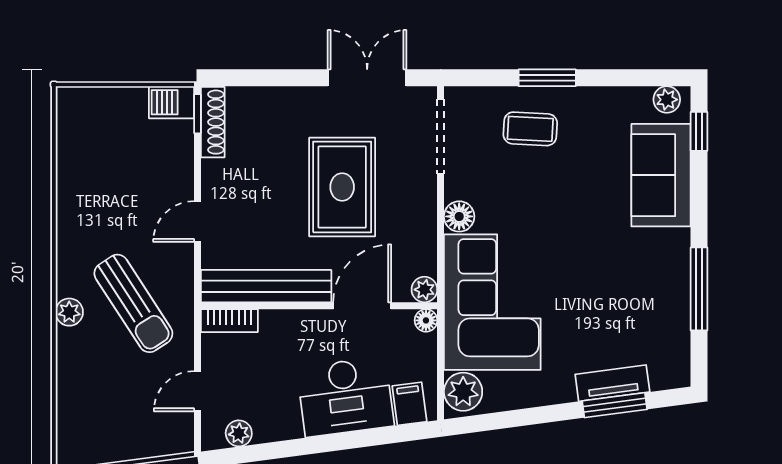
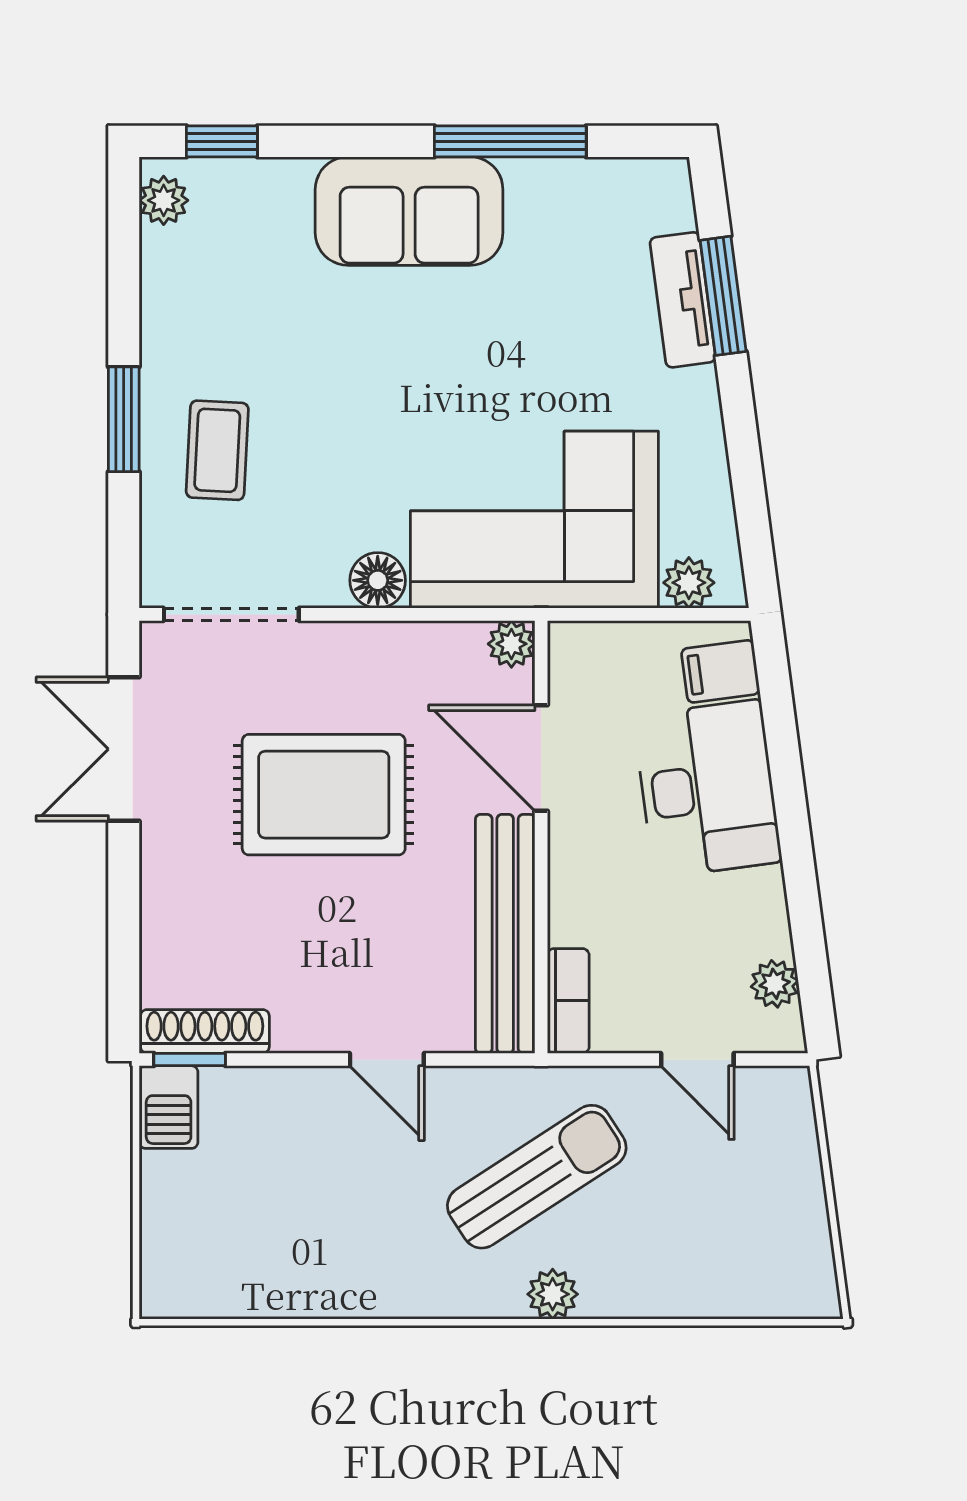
sofa: (661, 175) -> (409, 211), moved
floor lamp: (426, 320) -> (568, 641), removed
plant: (463, 392) -> (689, 583), width x0.73, depth x0.73

